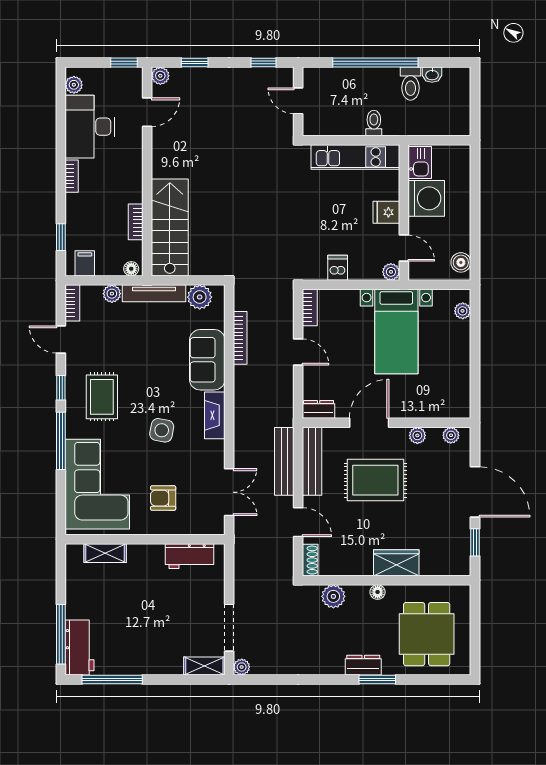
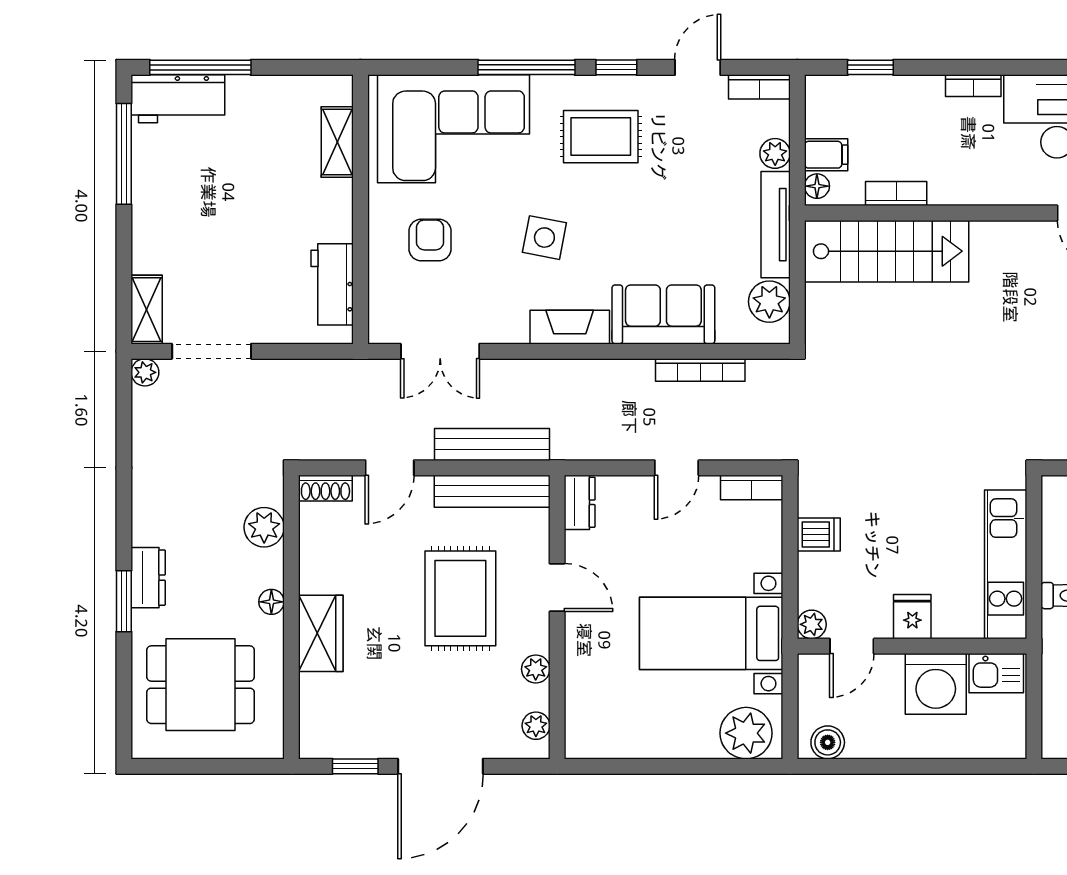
filing cabinet: (85, 263) -> (826, 155), moved
plant: (463, 311) -> (746, 733), width x1.88, depth x1.88
door: (369, 423) -> (557, 587), width x0.73

